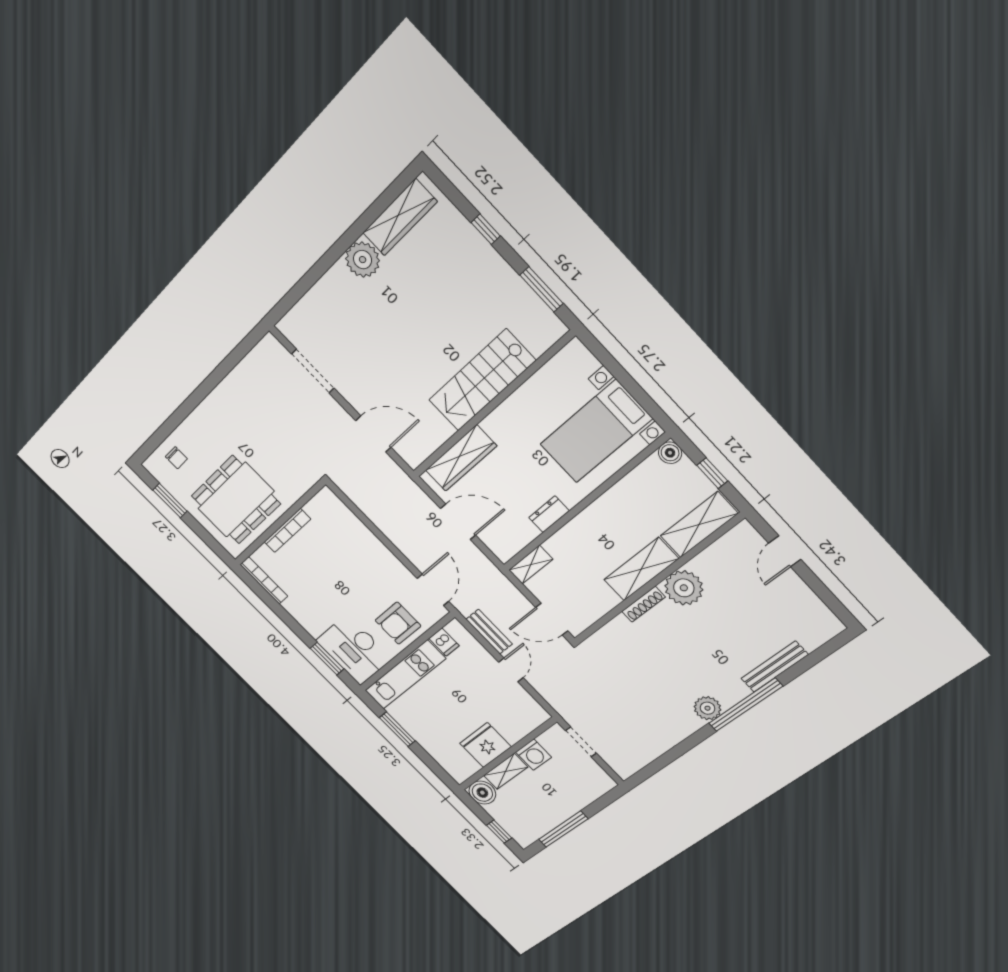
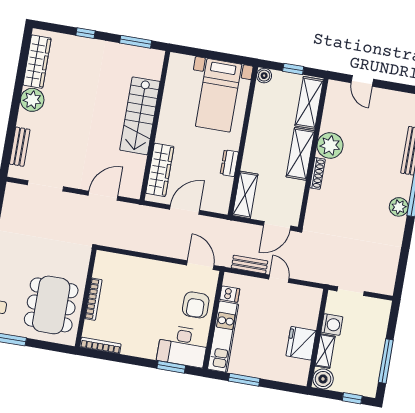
bench: (311, 303) -> (20, 147), added
shelving: (531, 565) -> (245, 195), width x1.50, depth x1.33

